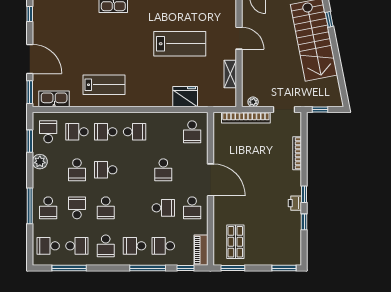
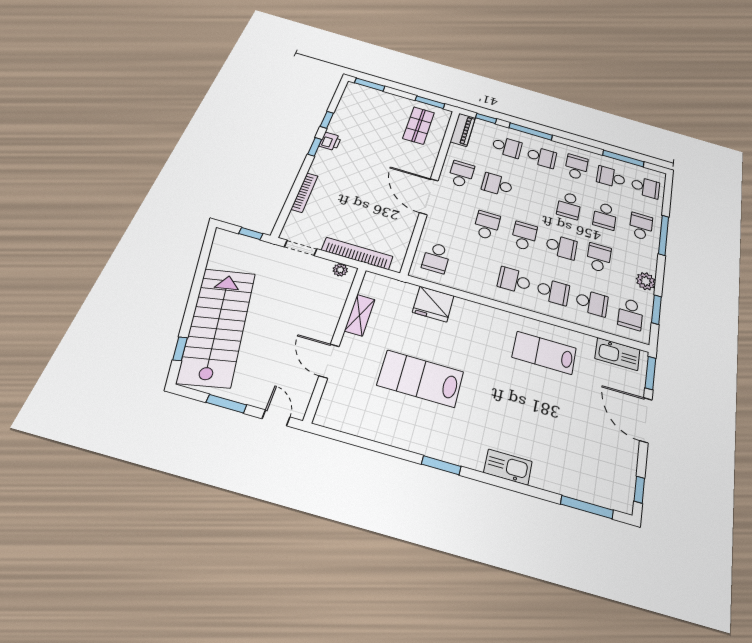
school desk: (192, 132) -> (436, 258), turned 180
school desk: (135, 170) -> (524, 236), added
school desk: (106, 208) -> (569, 206), turned 180

